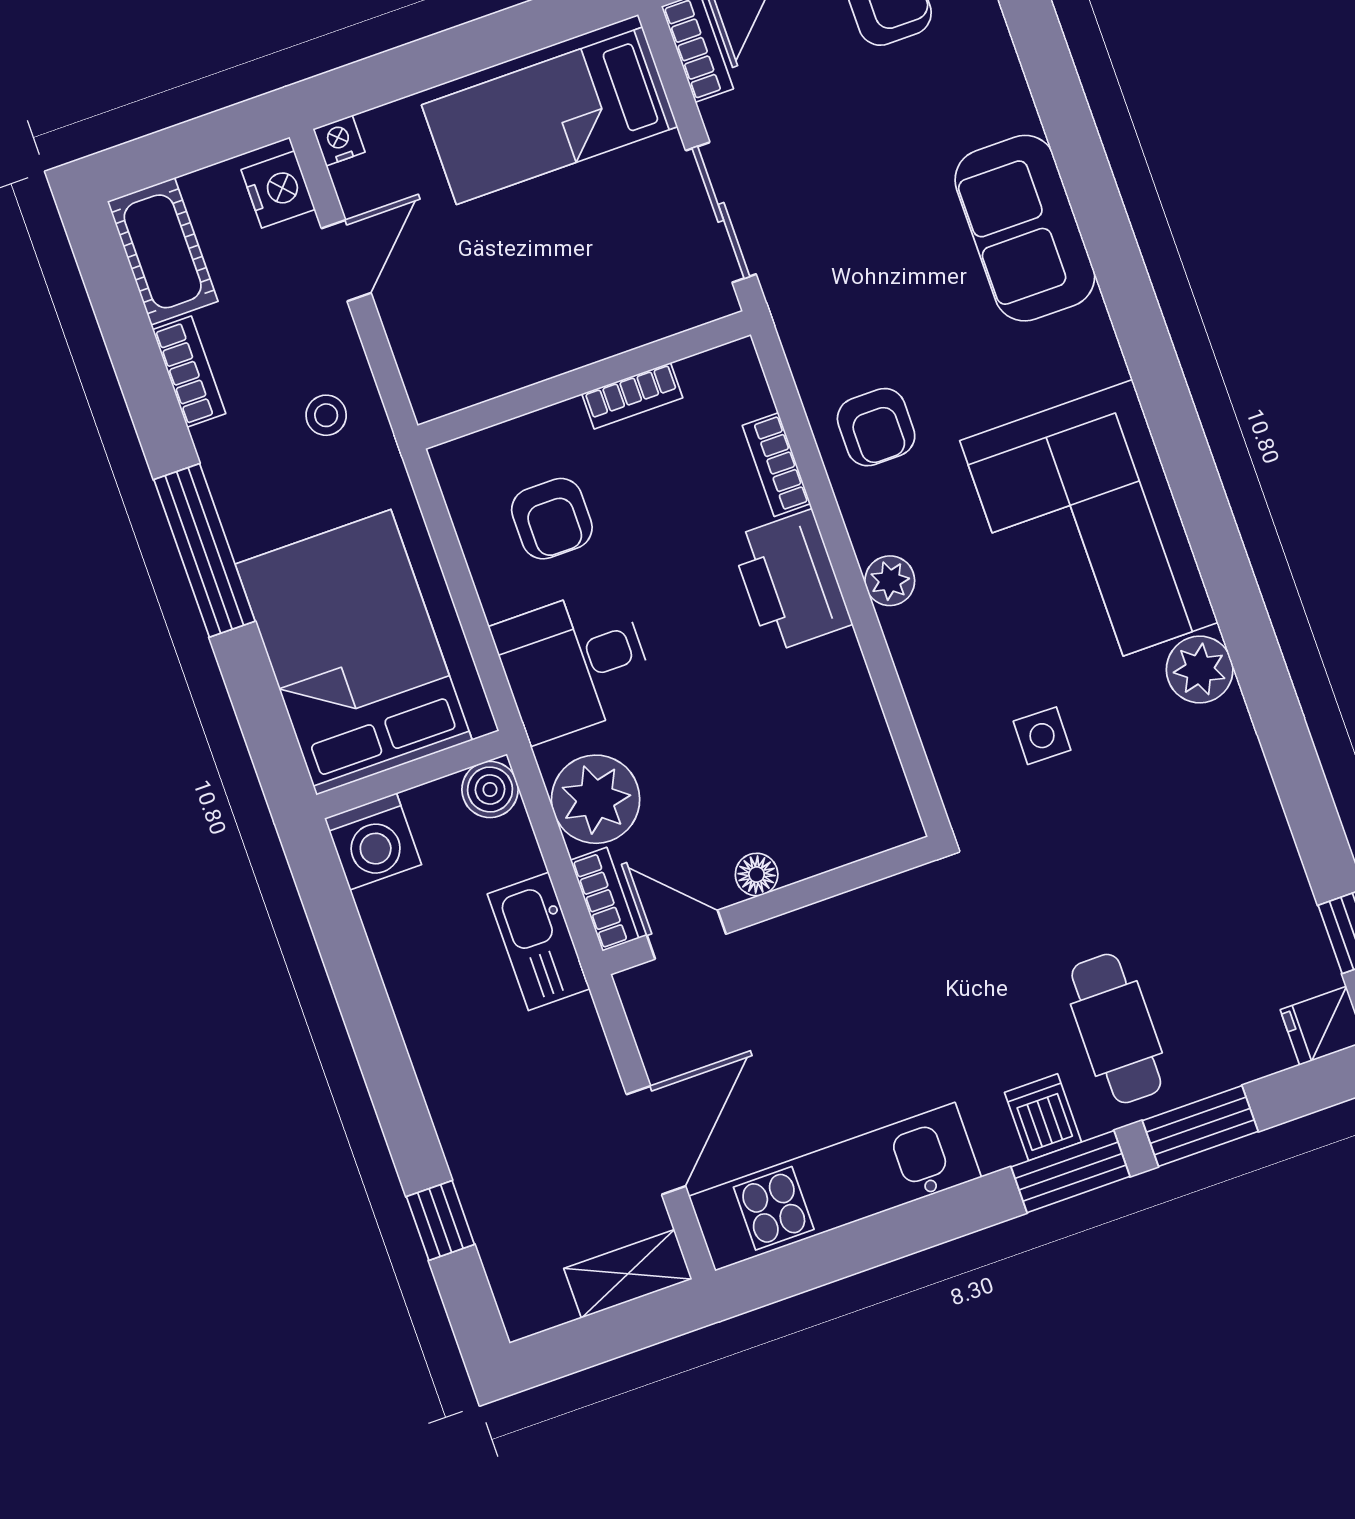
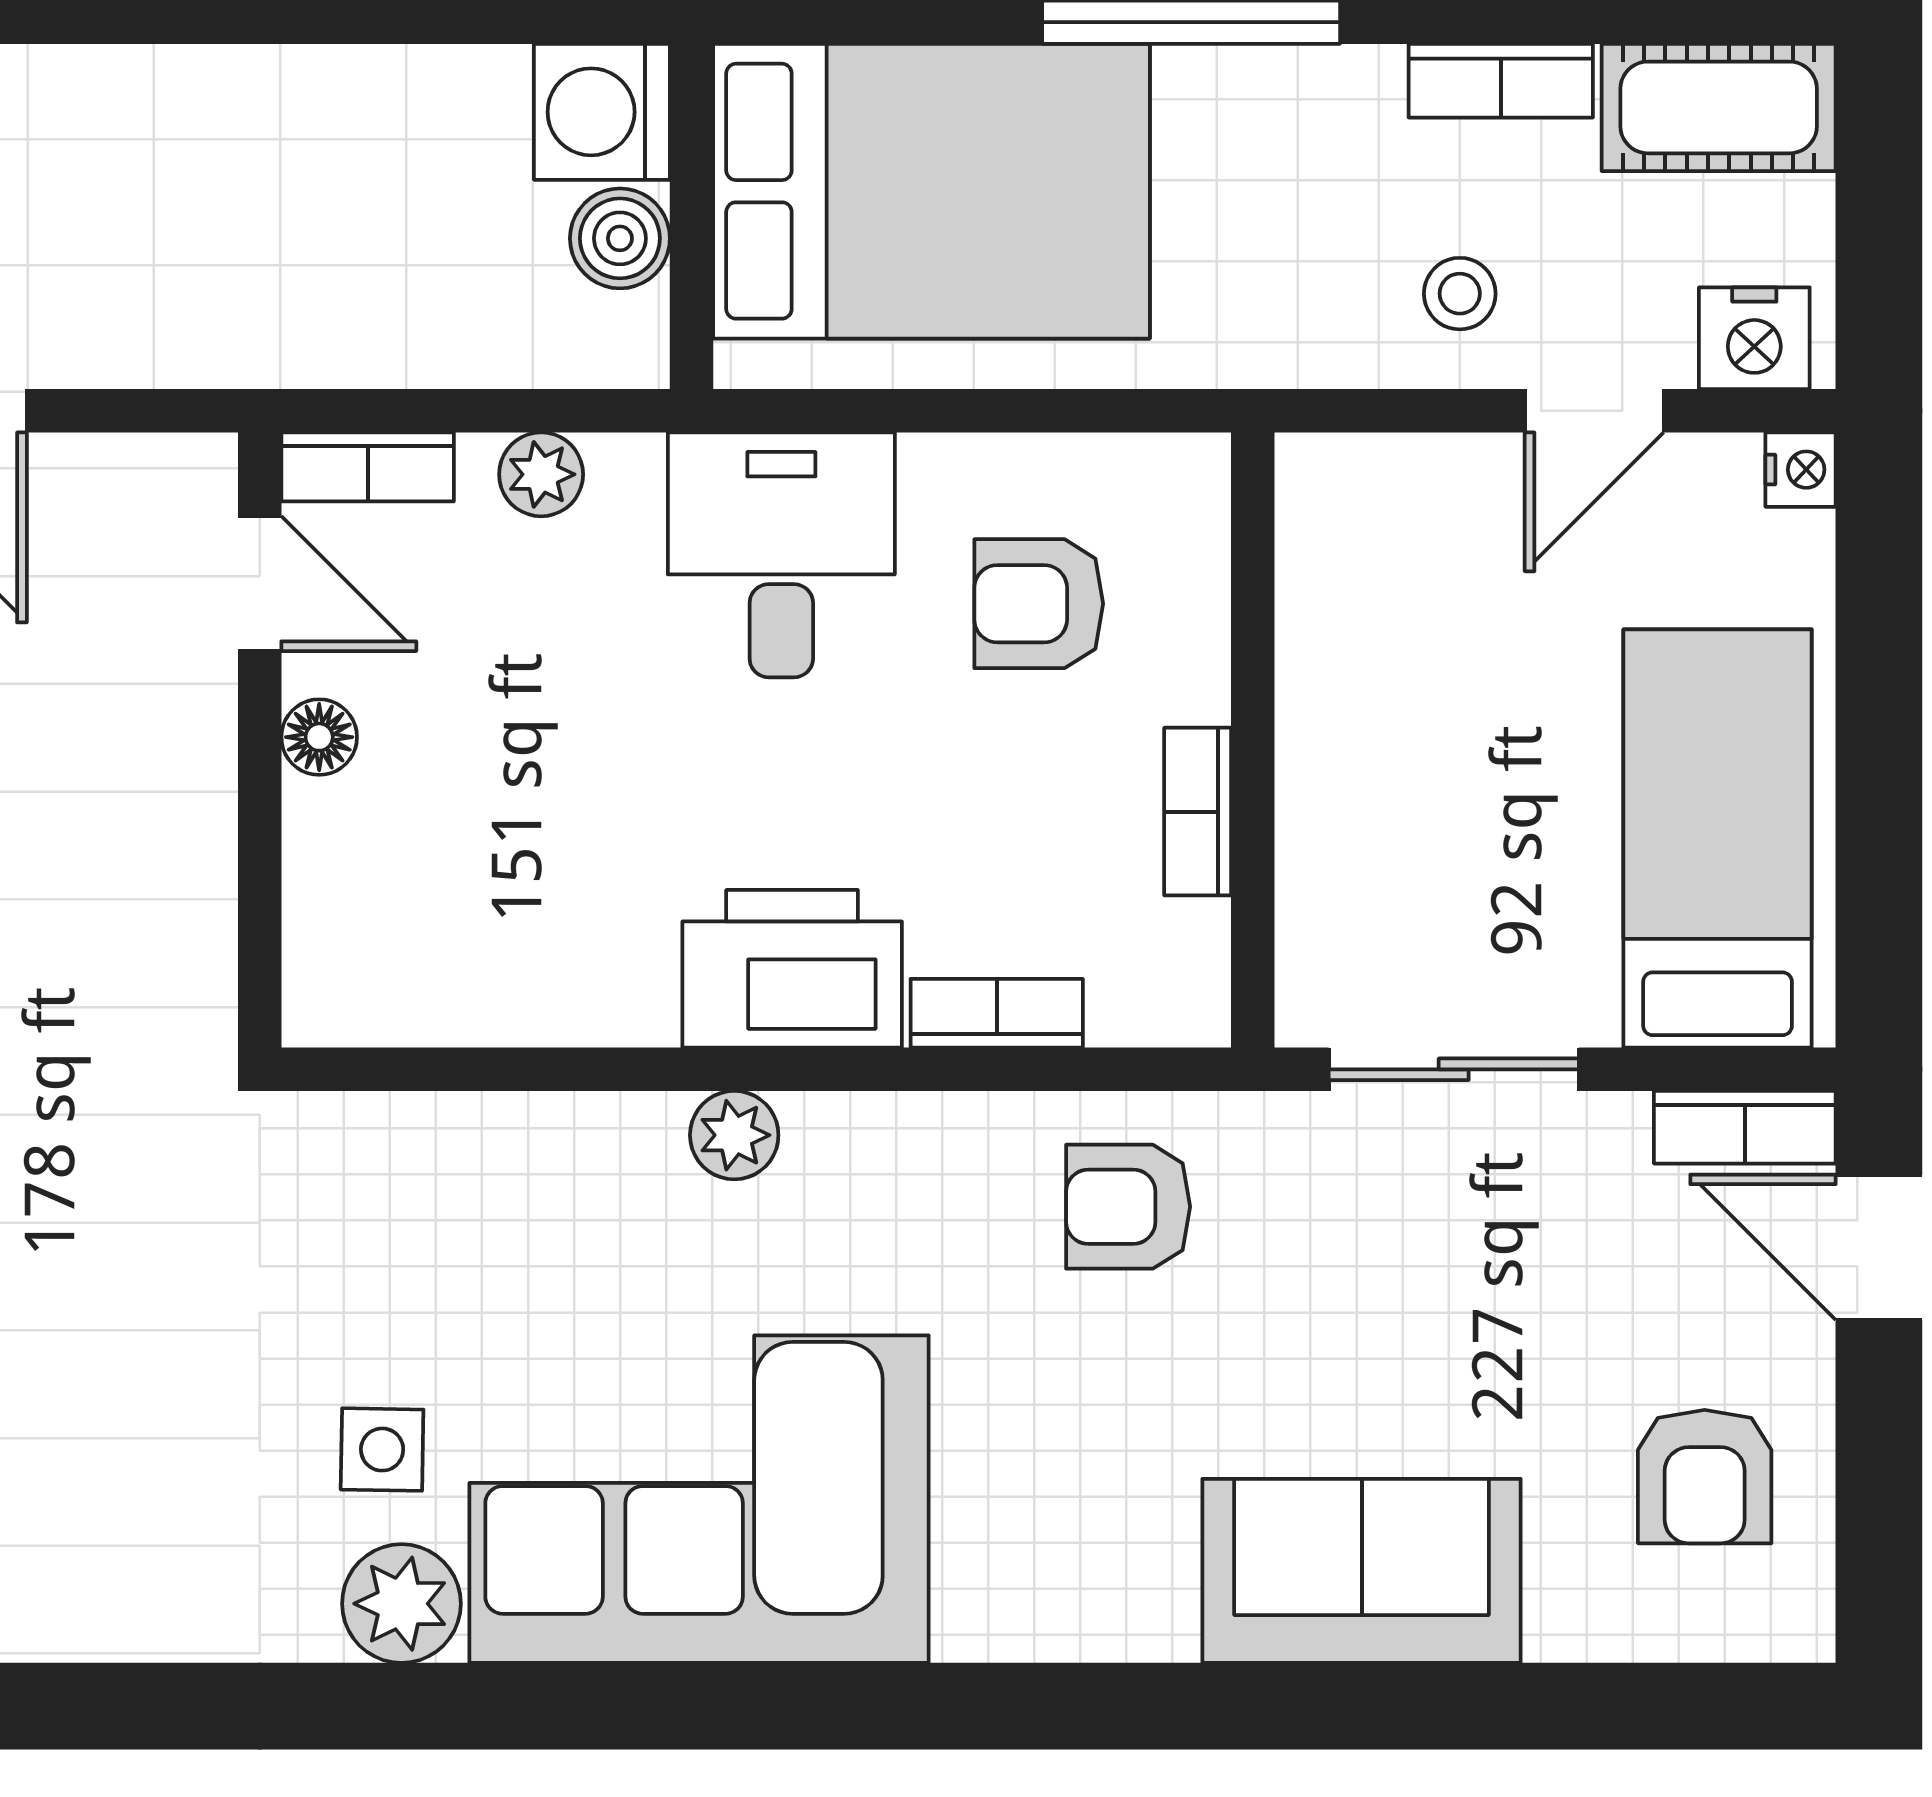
sofa: (1025, 228) -> (1362, 1571), moved
door: (346, 261) -> (1594, 411), hinge flipped
stool: (326, 415) -> (1460, 294), moved
armchair: (876, 427) -> (1128, 1207), moved
side table: (1042, 736) -> (382, 1450), moved
boiler: (490, 789) -> (620, 238), moved
plant: (596, 799) -> (541, 474), width x0.53, depth x0.53
door: (686, 935) -> (260, 584), hinge flipped
kitchen sink: (539, 941) -> (336, 331), removed

